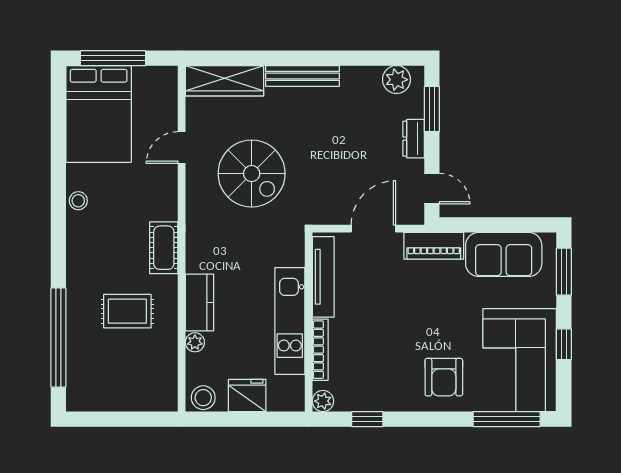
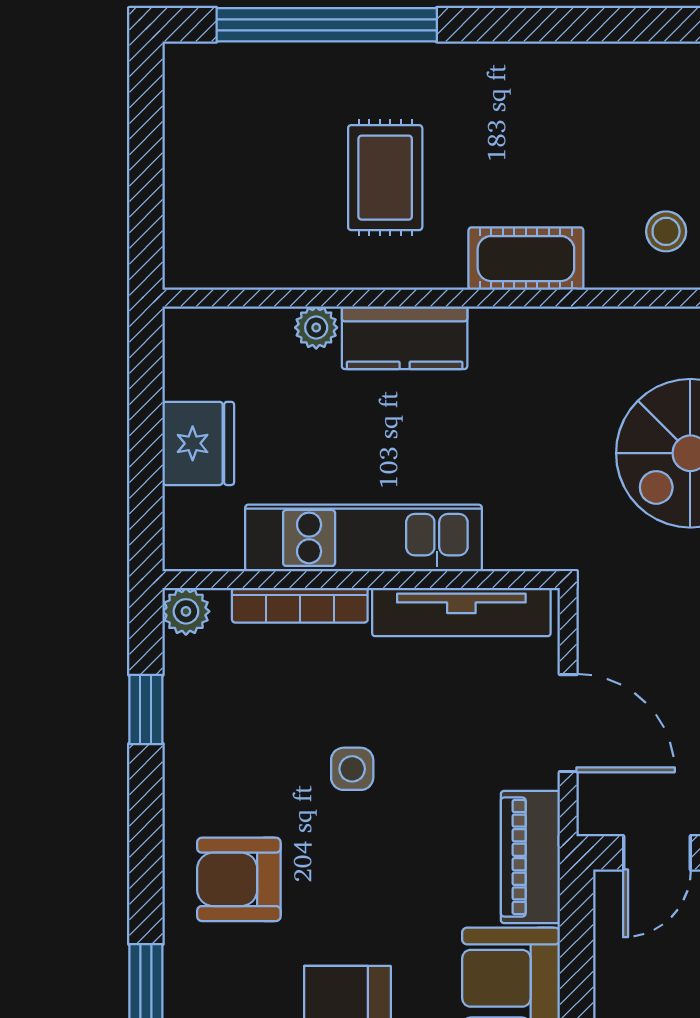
stool: (78, 201) -> (666, 231), moved
side table: (394, 326) -> (352, 769), added
stool: (203, 398) -> (193, 346), removed

